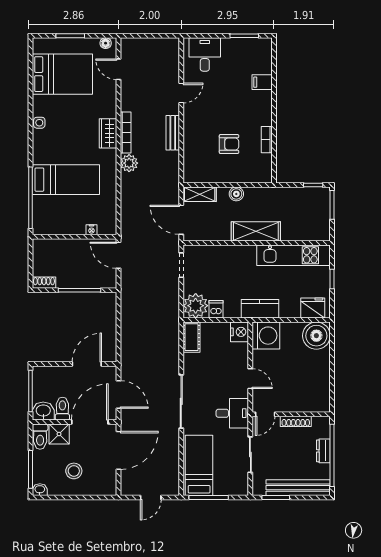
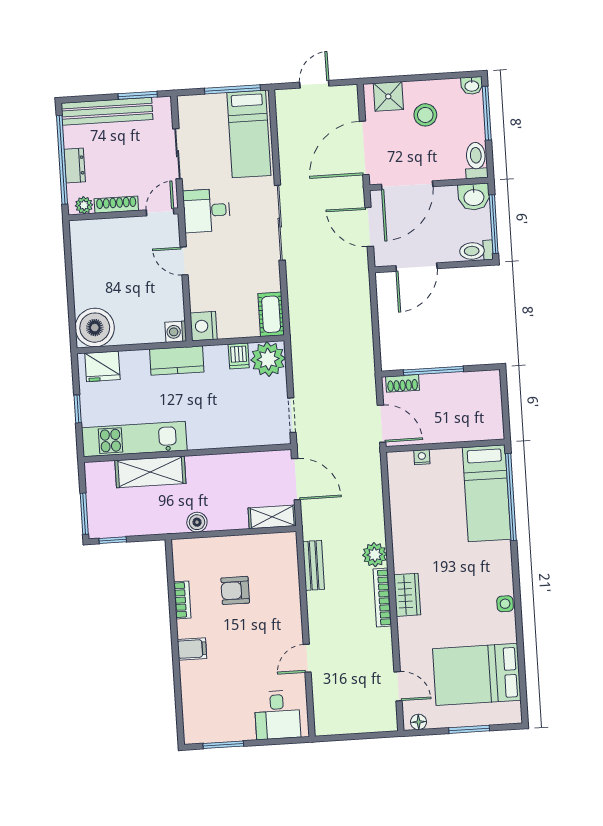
filing cabinet: (262, 82) -> (192, 649), moved
bench: (173, 133) -> (313, 565), moved
bed: (66, 180) -> (487, 493), moved, turned -90
boiler: (236, 194) -> (197, 522), moved
shelving: (256, 231) -> (150, 472), moved
shoe rack: (44, 283) -> (402, 383), moved
washing machine: (266, 336) -> (176, 332), width x0.53, depth x0.53
toilet: (62, 409) -> (476, 251), moved, turned 90
plant: (319, 422) -> (84, 205), added
shower: (59, 434) -> (388, 96), moved

